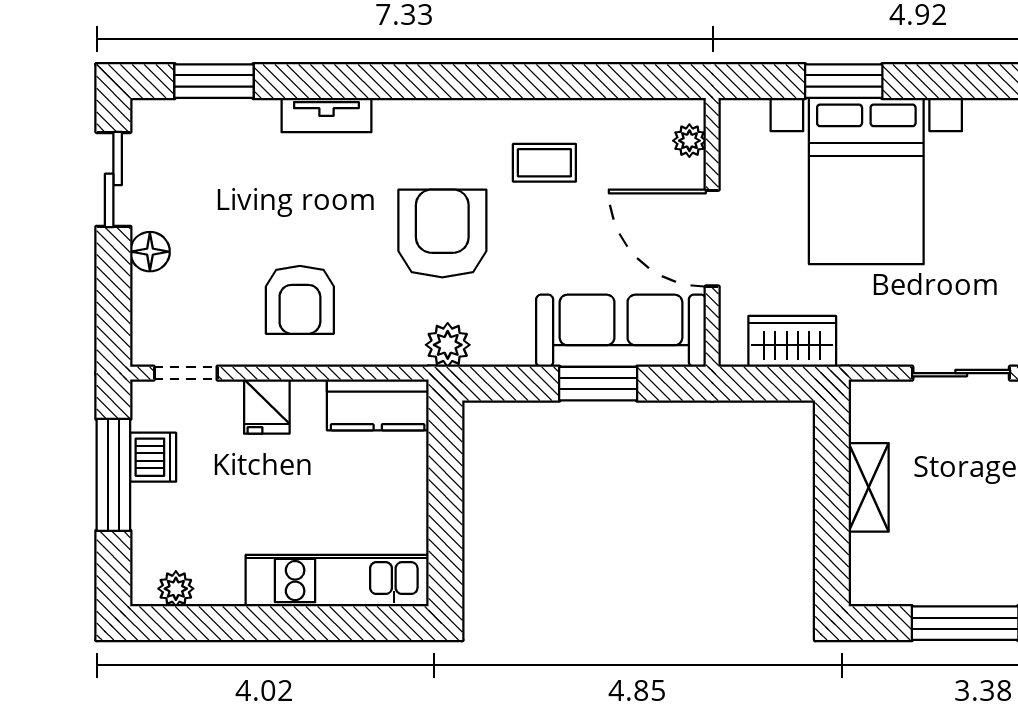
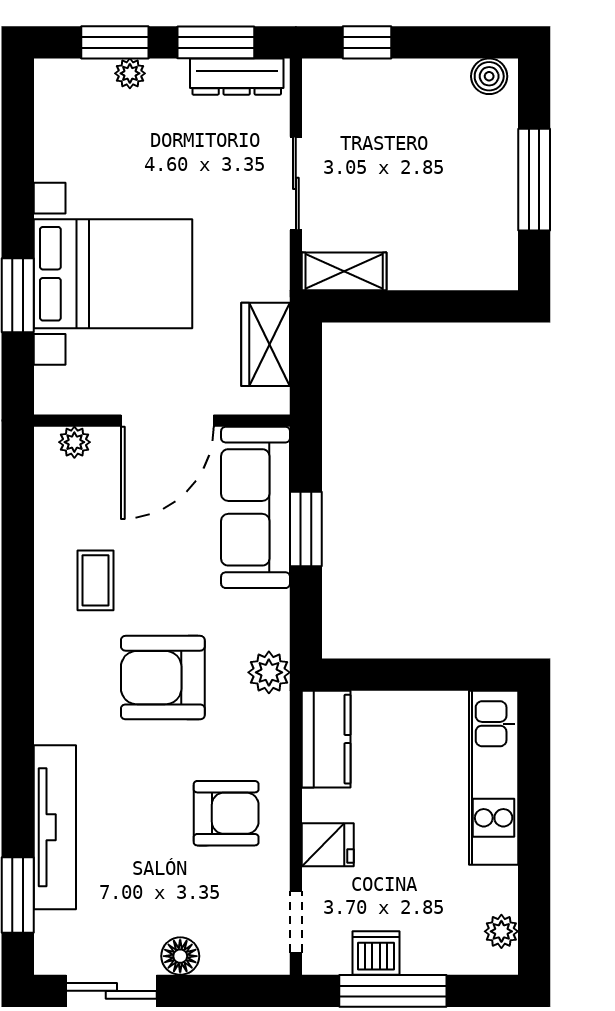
tv unit: (326, 115) -> (55, 827), width x1.92, depth x1.29
shelving: (869, 487) -> (344, 271), moved

